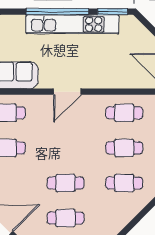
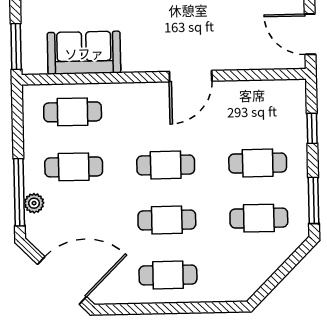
door: (67, 92) -> (191, 76), moved
cafe table: (124, 113) -> (166, 165), moved

